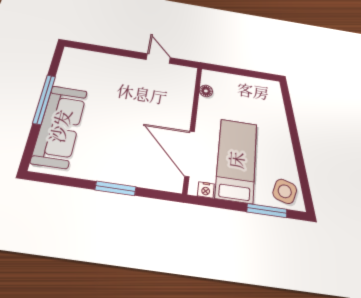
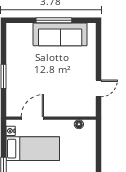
sofa: (60, 126) -> (60, 34), moved
door: (190, 153) -> (32, 118), width x0.73

